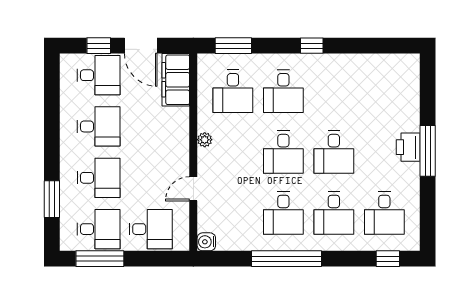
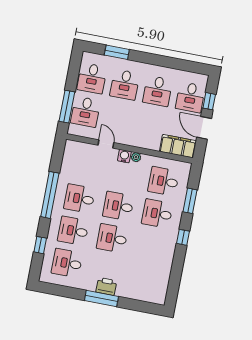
door: (141, 46) -> (204, 128), hinge flipped
window: (233, 46) -> (190, 201), moved
water cooler: (206, 242) -> (124, 156), moved
window: (100, 259) -> (67, 107), moved
window: (388, 259) -> (40, 245), moved

